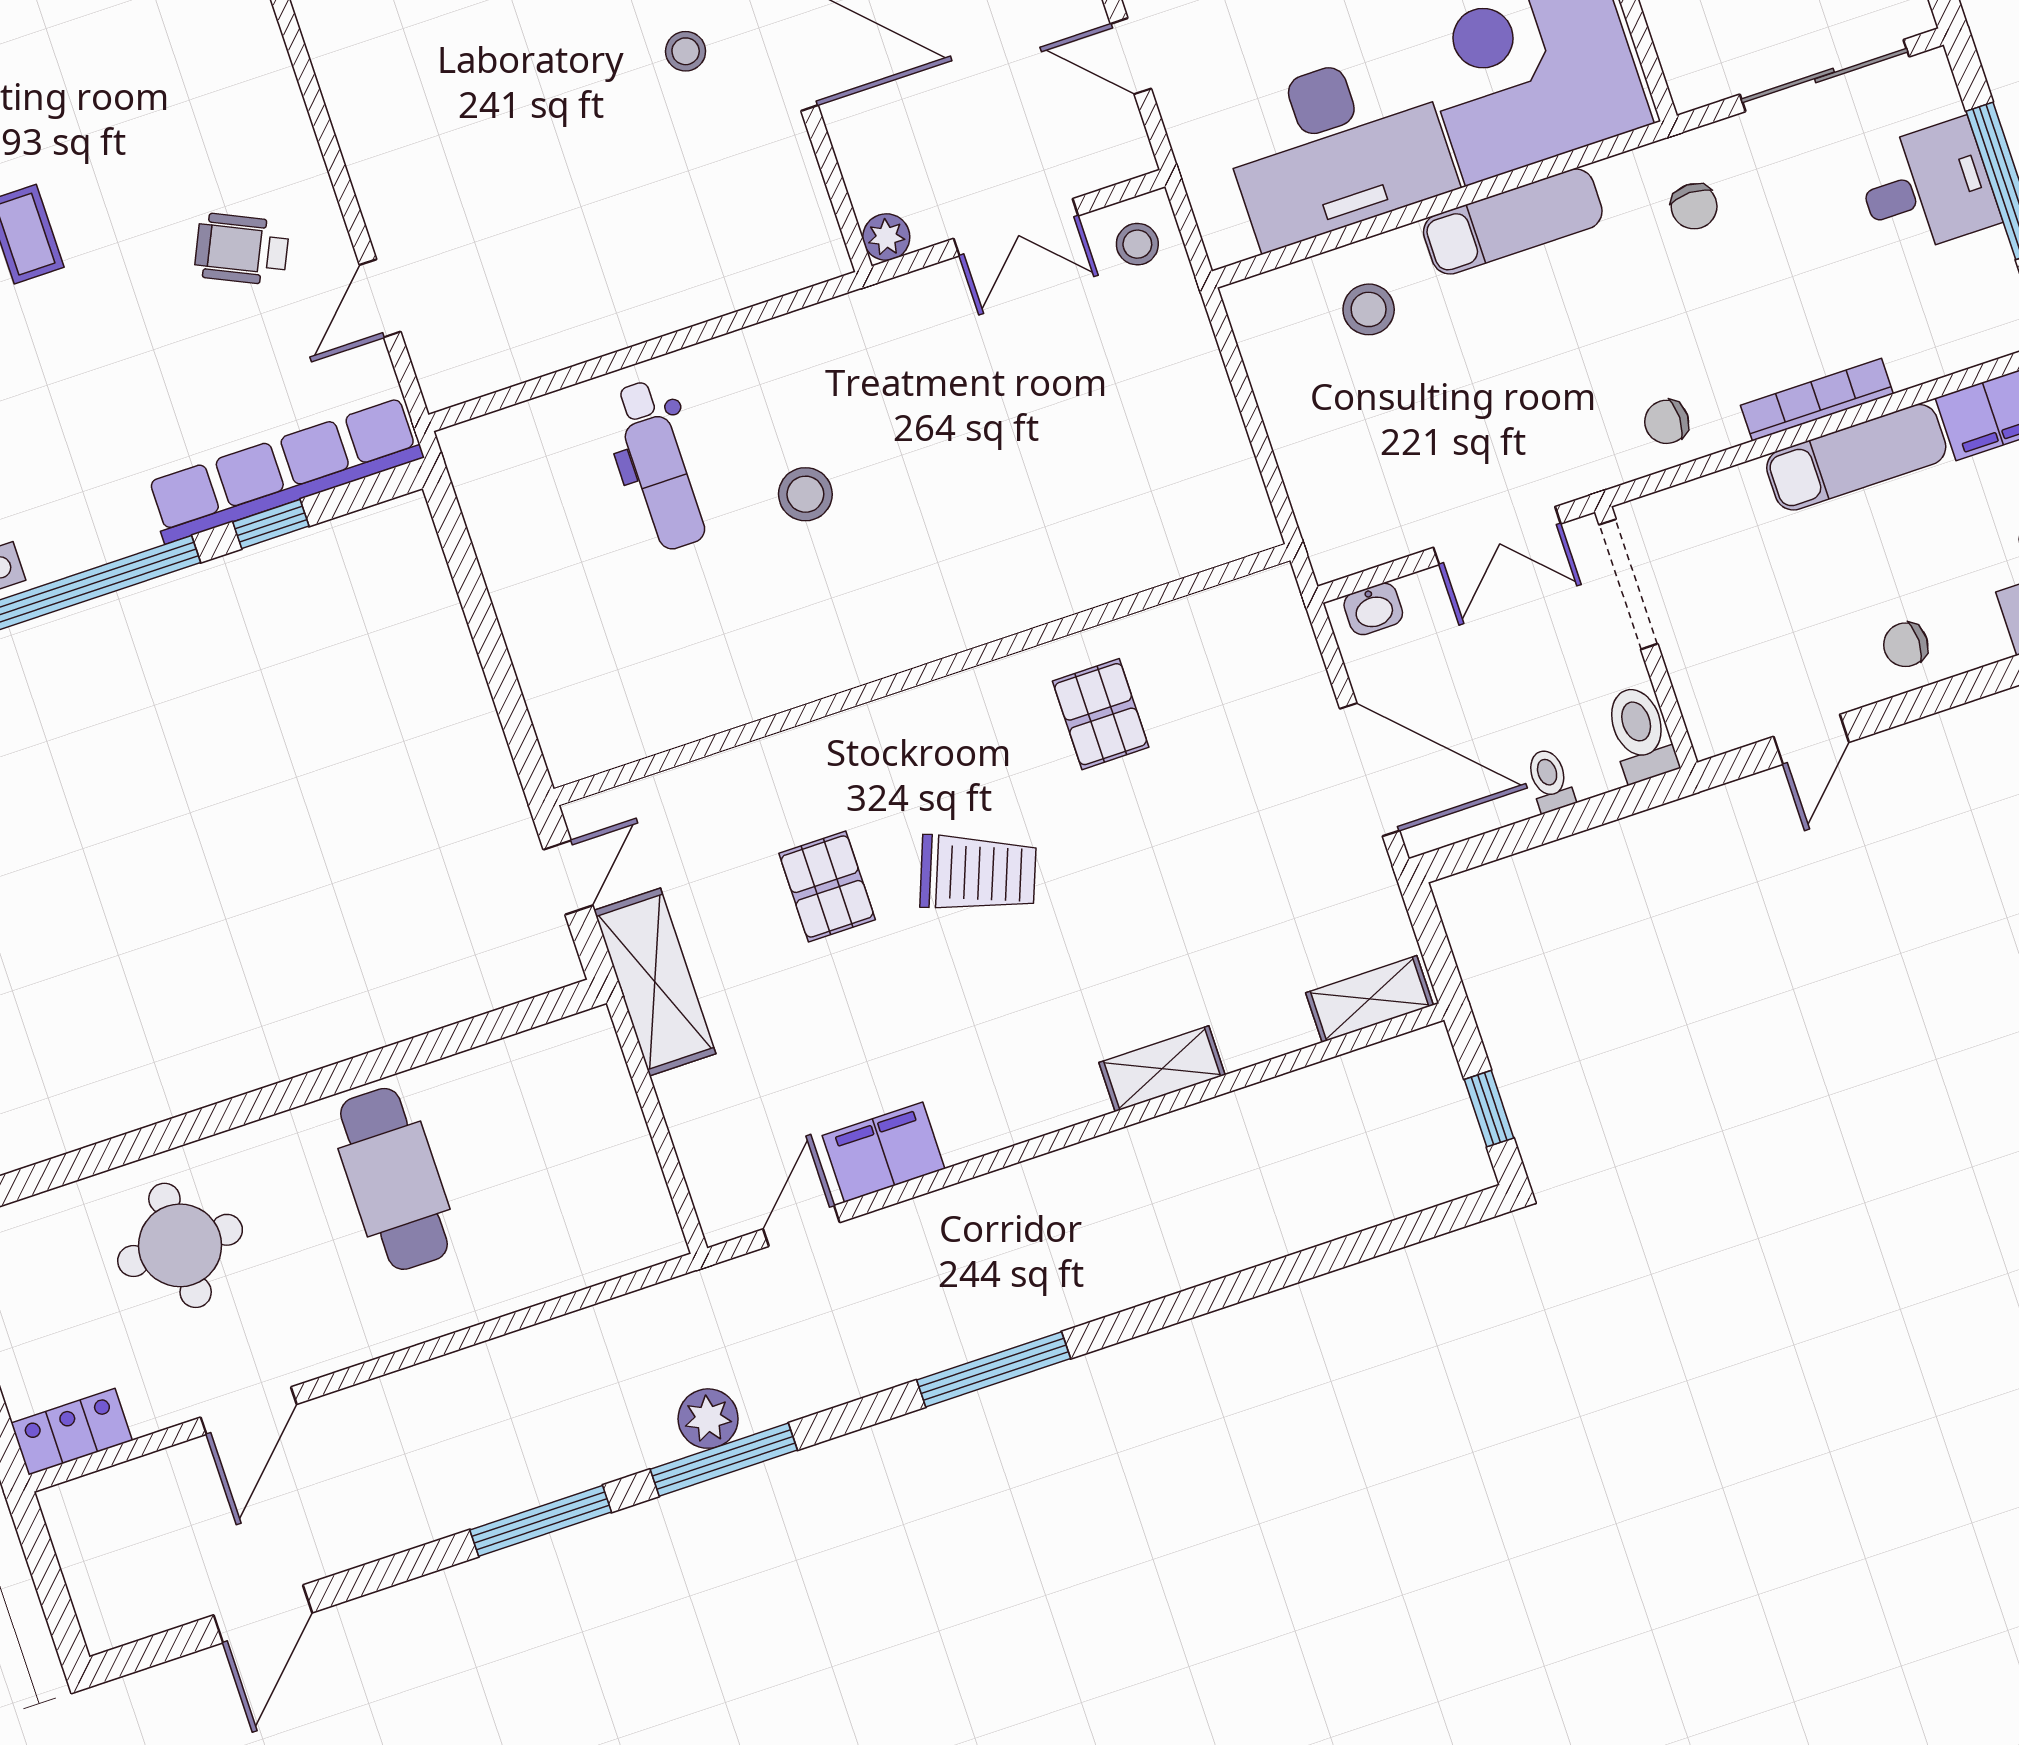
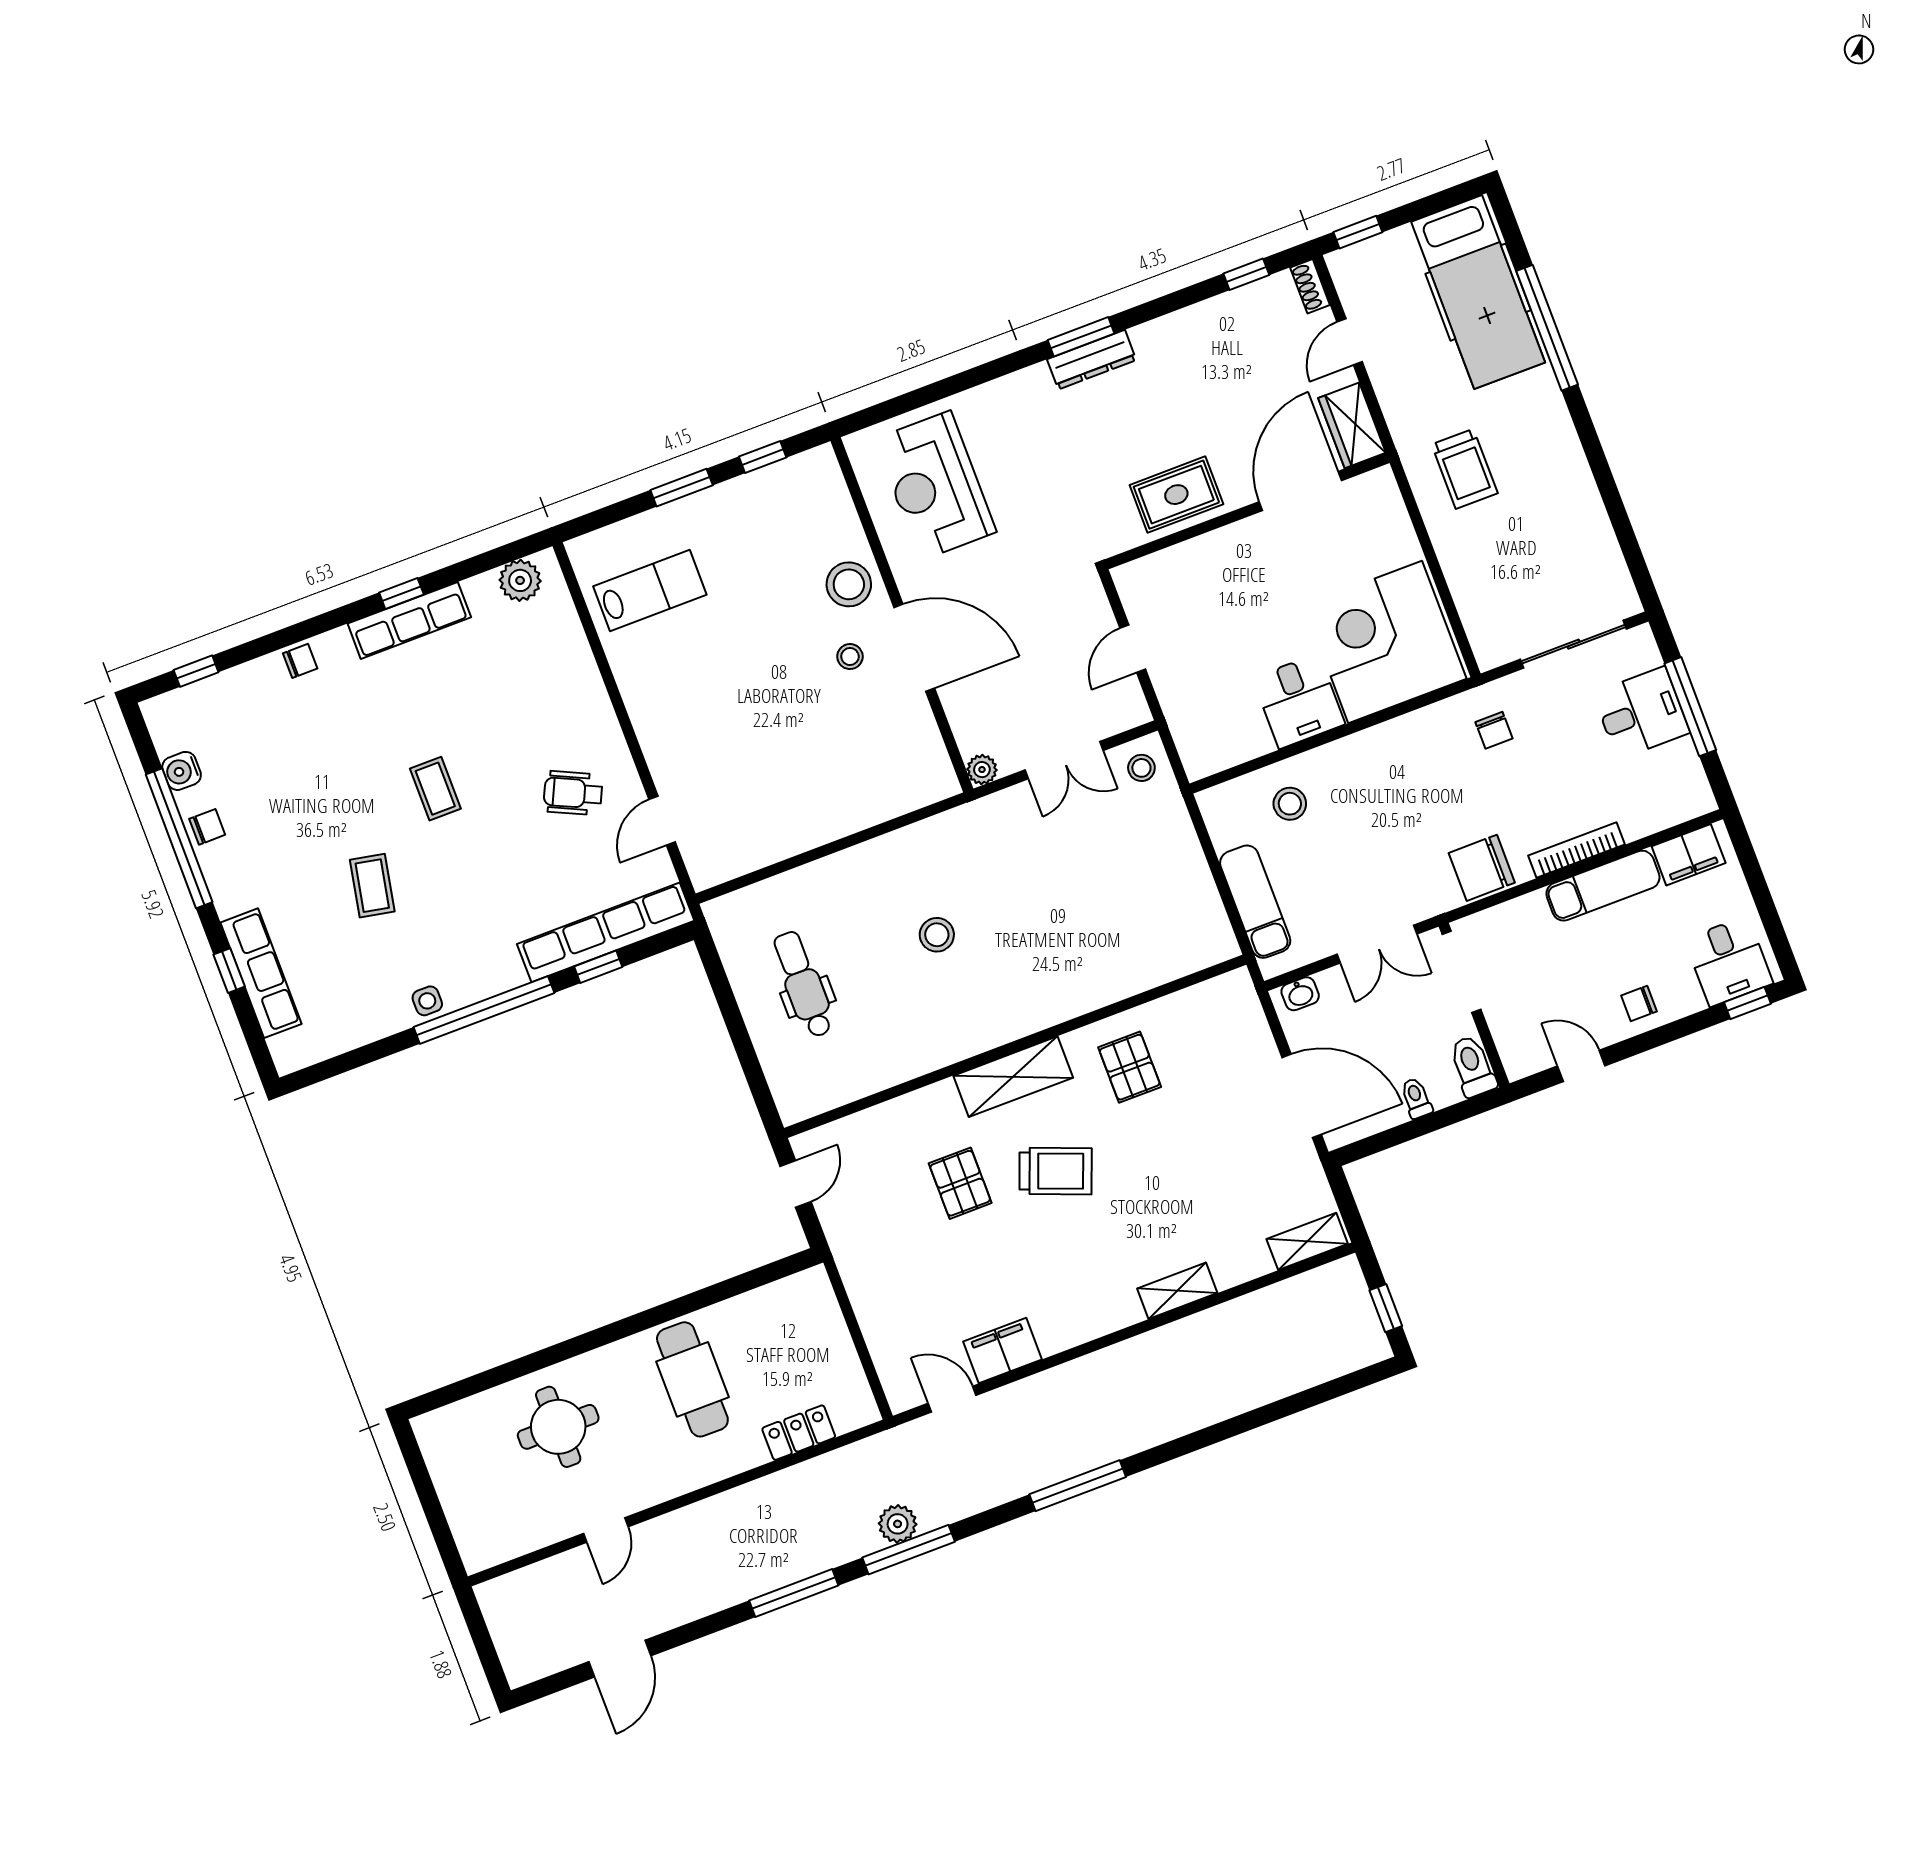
door: (1131, 56) -> (1133, 649), hinge flipped
desk: (1337, 147) -> (1299, 701), width x0.53, depth x0.77
exam couch: (1513, 222) -> (1255, 902), moved, turned -90
chair: (1667, 422) -> (1482, 868), width x1.87, depth x1.87
dental chair: (659, 465) -> (803, 984), moved, turned 180
door: (1811, 739) -> (1581, 1066), swing flipped
shelving: (655, 982) -> (1013, 1077), moved, turned 90
door: (801, 1226) -> (952, 1399), hinge flipped
door: (249, 1411) -> (606, 1530), width x0.73
locker: (72, 1432) -> (799, 1433), moved

